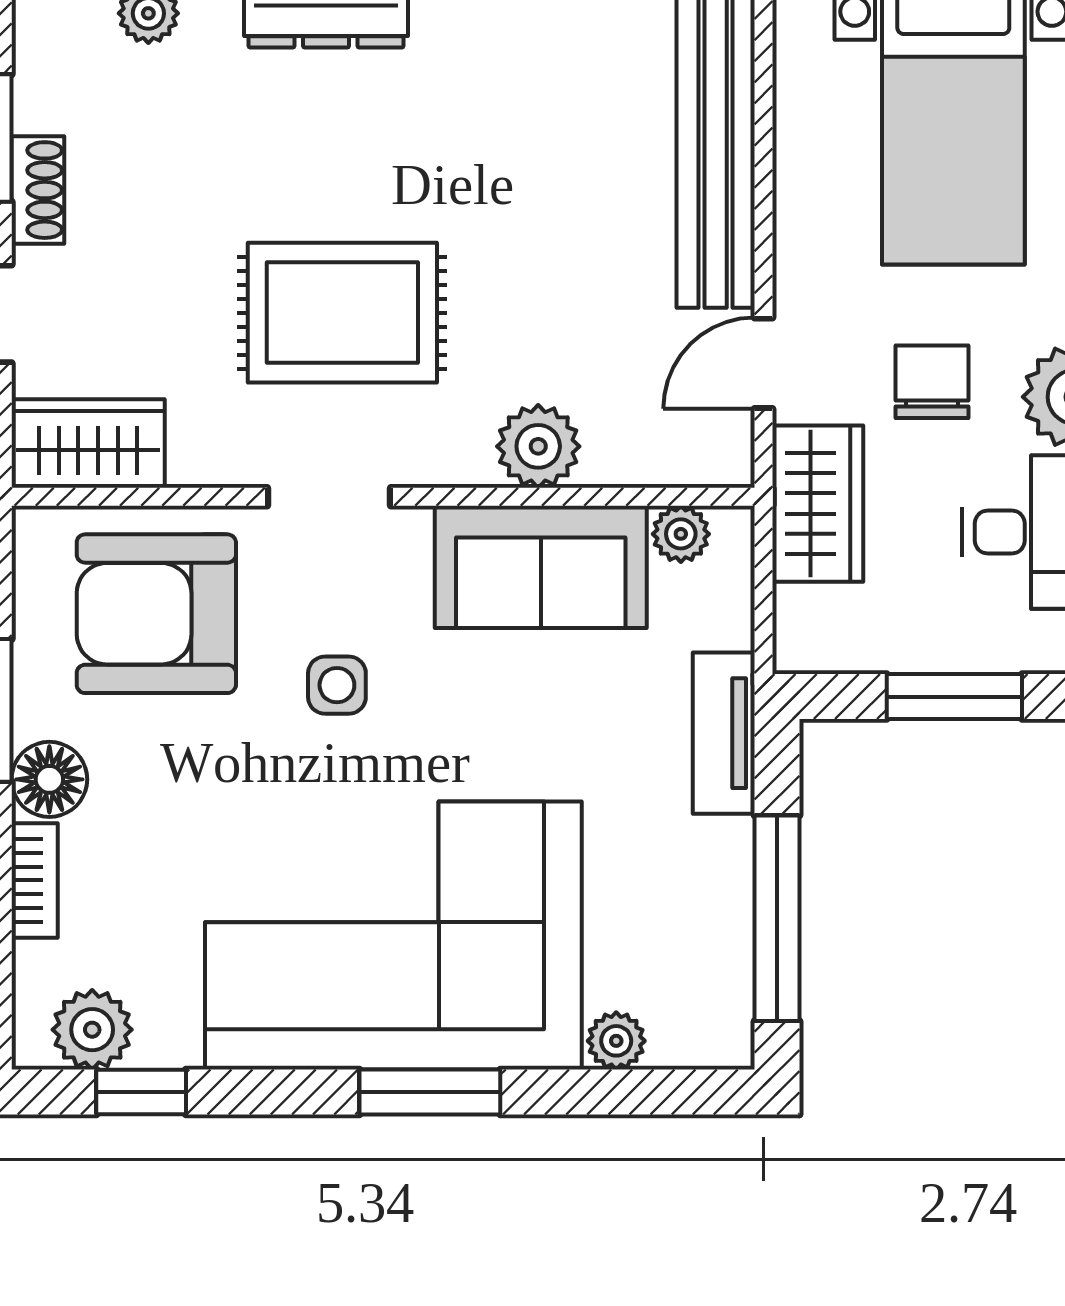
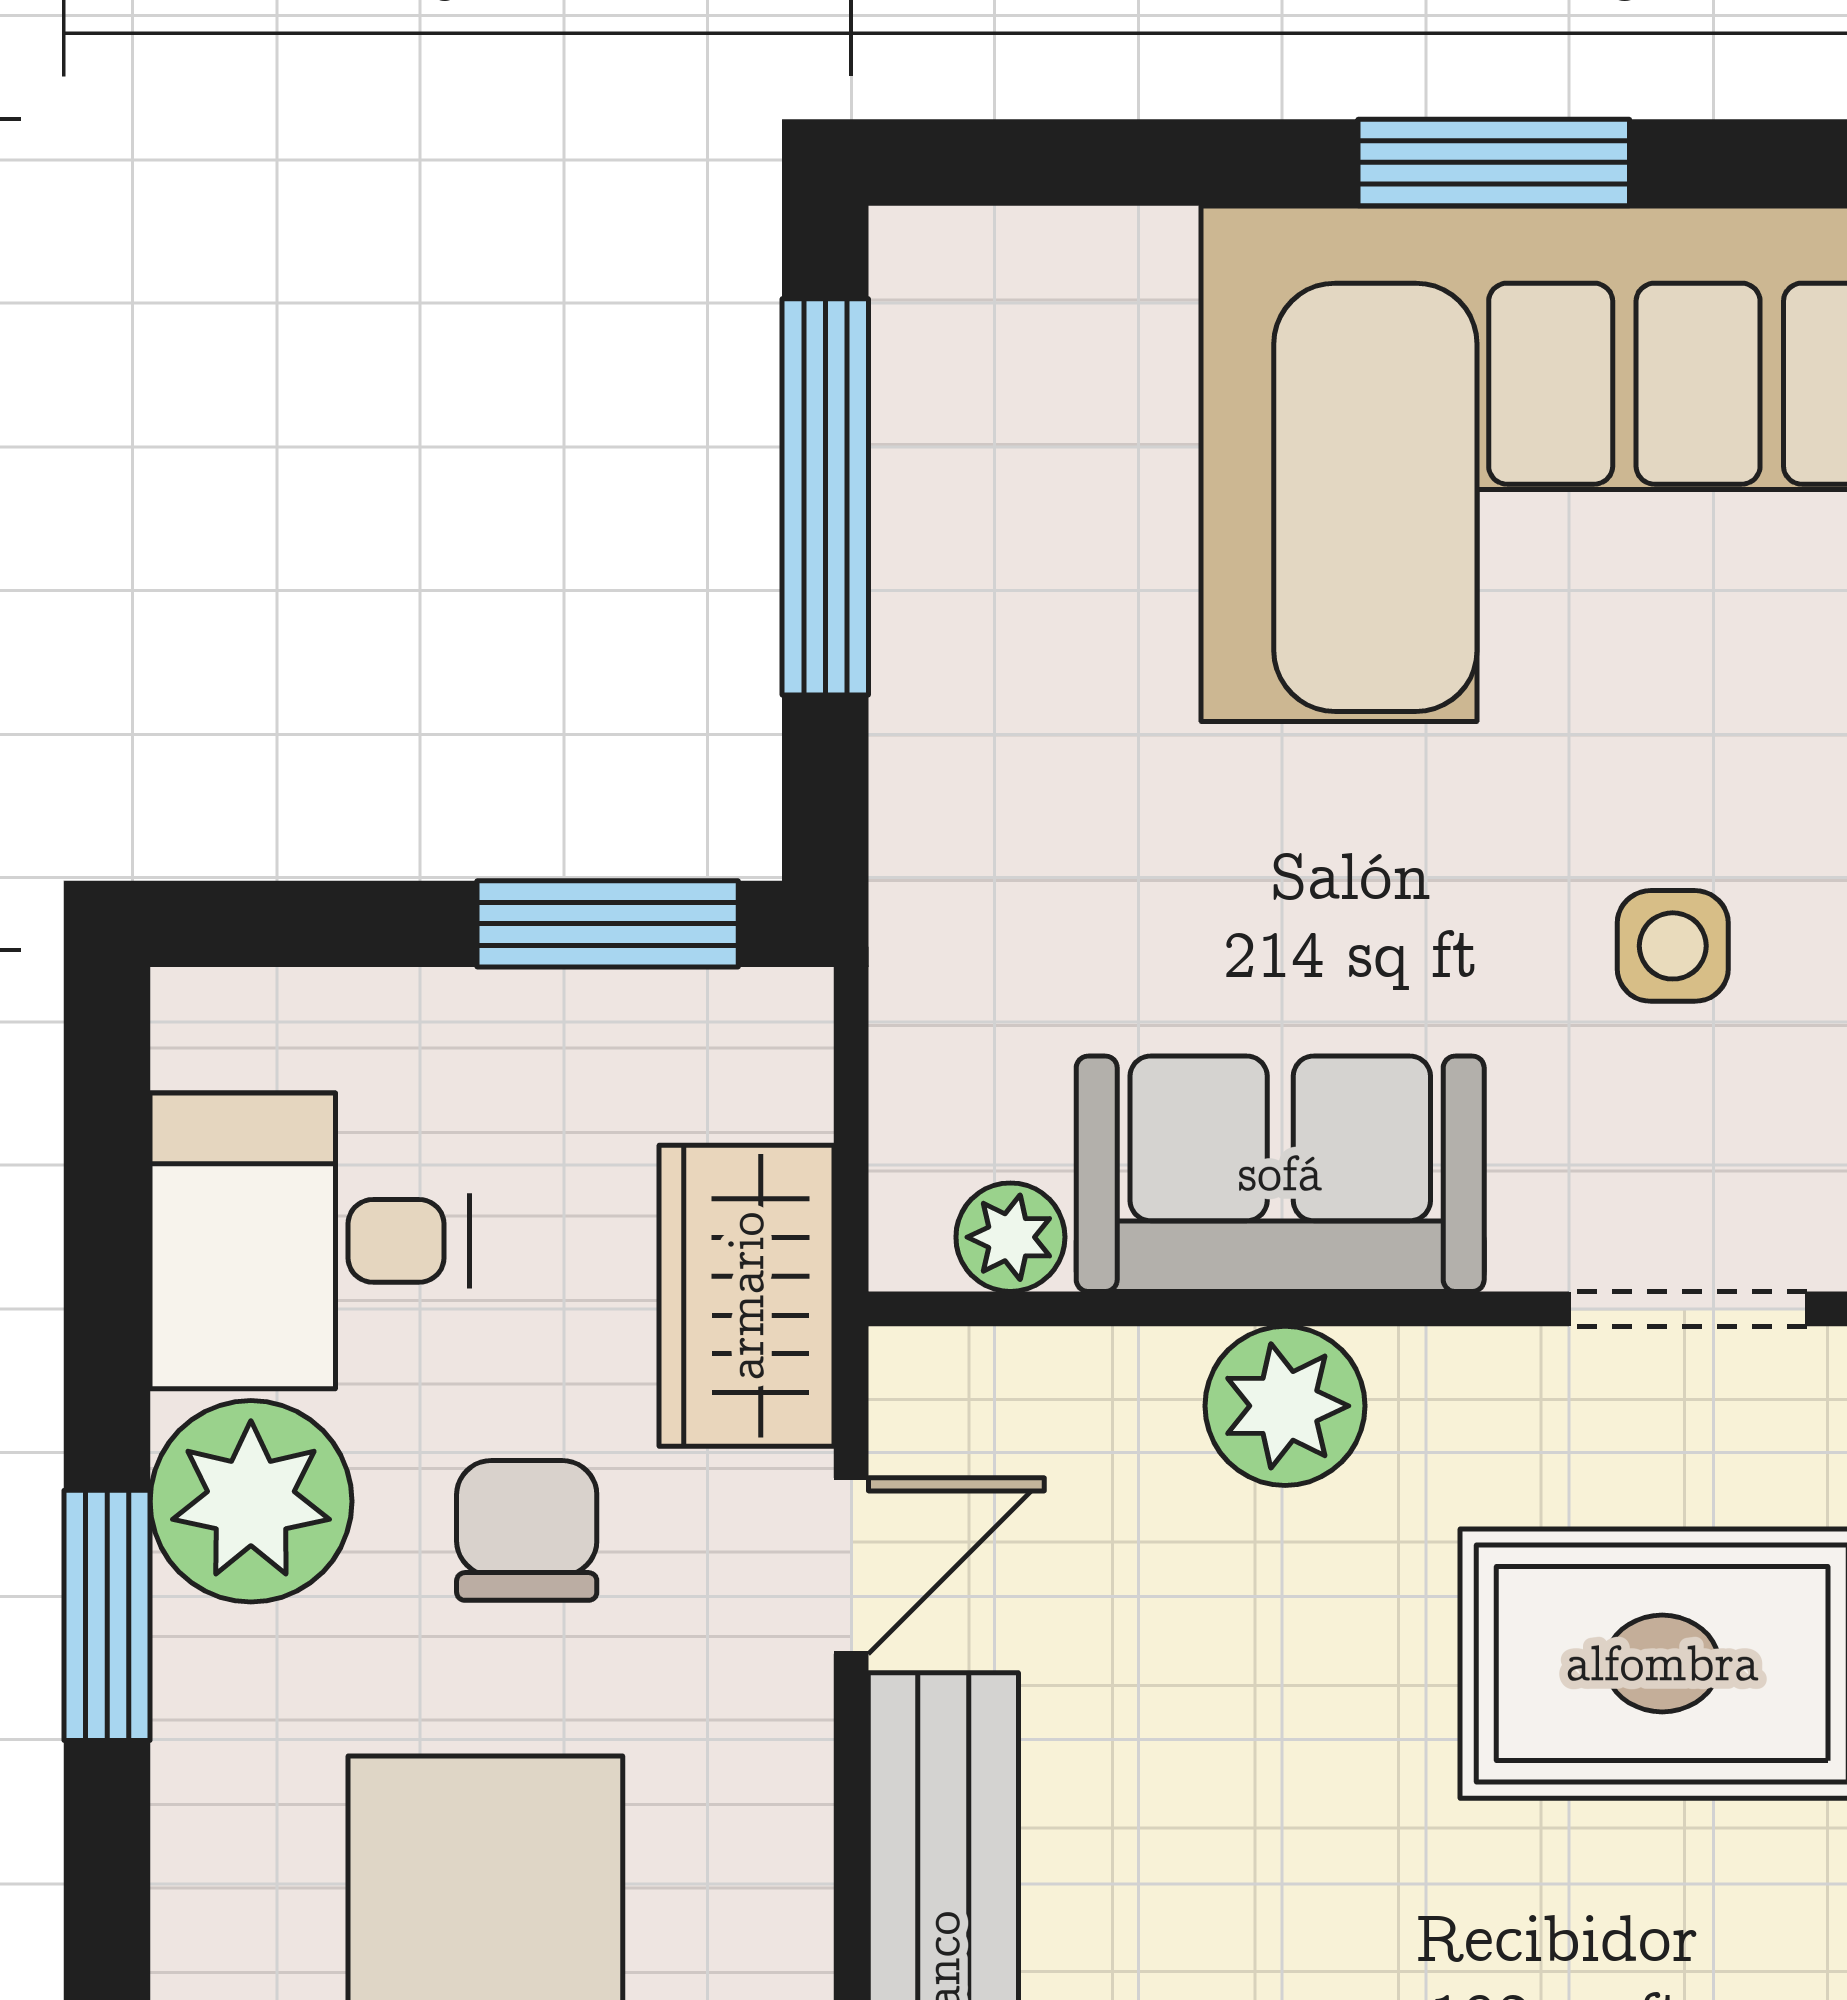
chair: (932, 382) -> (527, 1530), turned 180
window: (954, 697) -> (608, 924), moved
tv unit: (724, 733) -> (928, 853), removed
plant: (616, 1041) -> (1135, 261), removed

